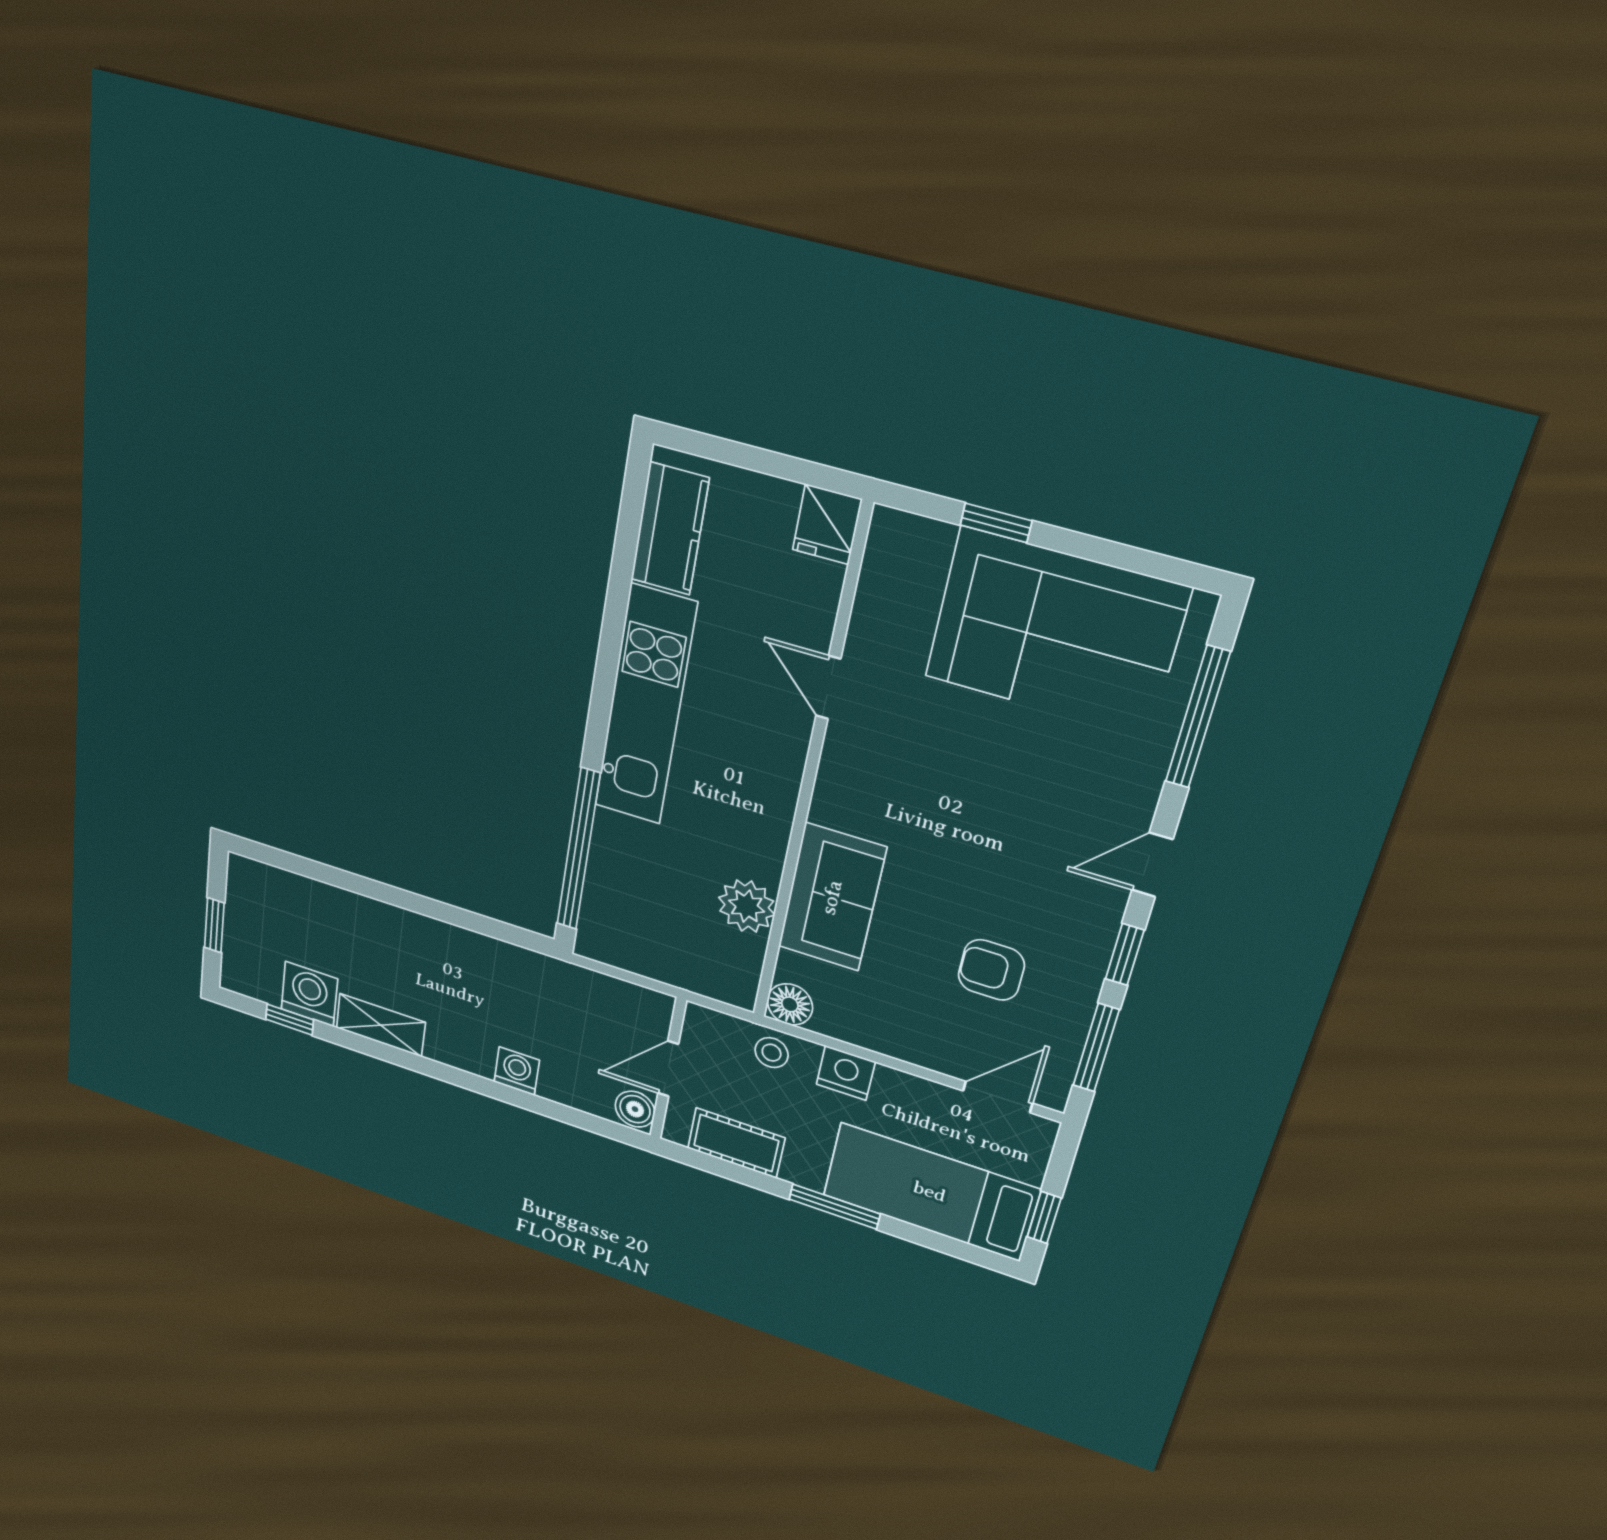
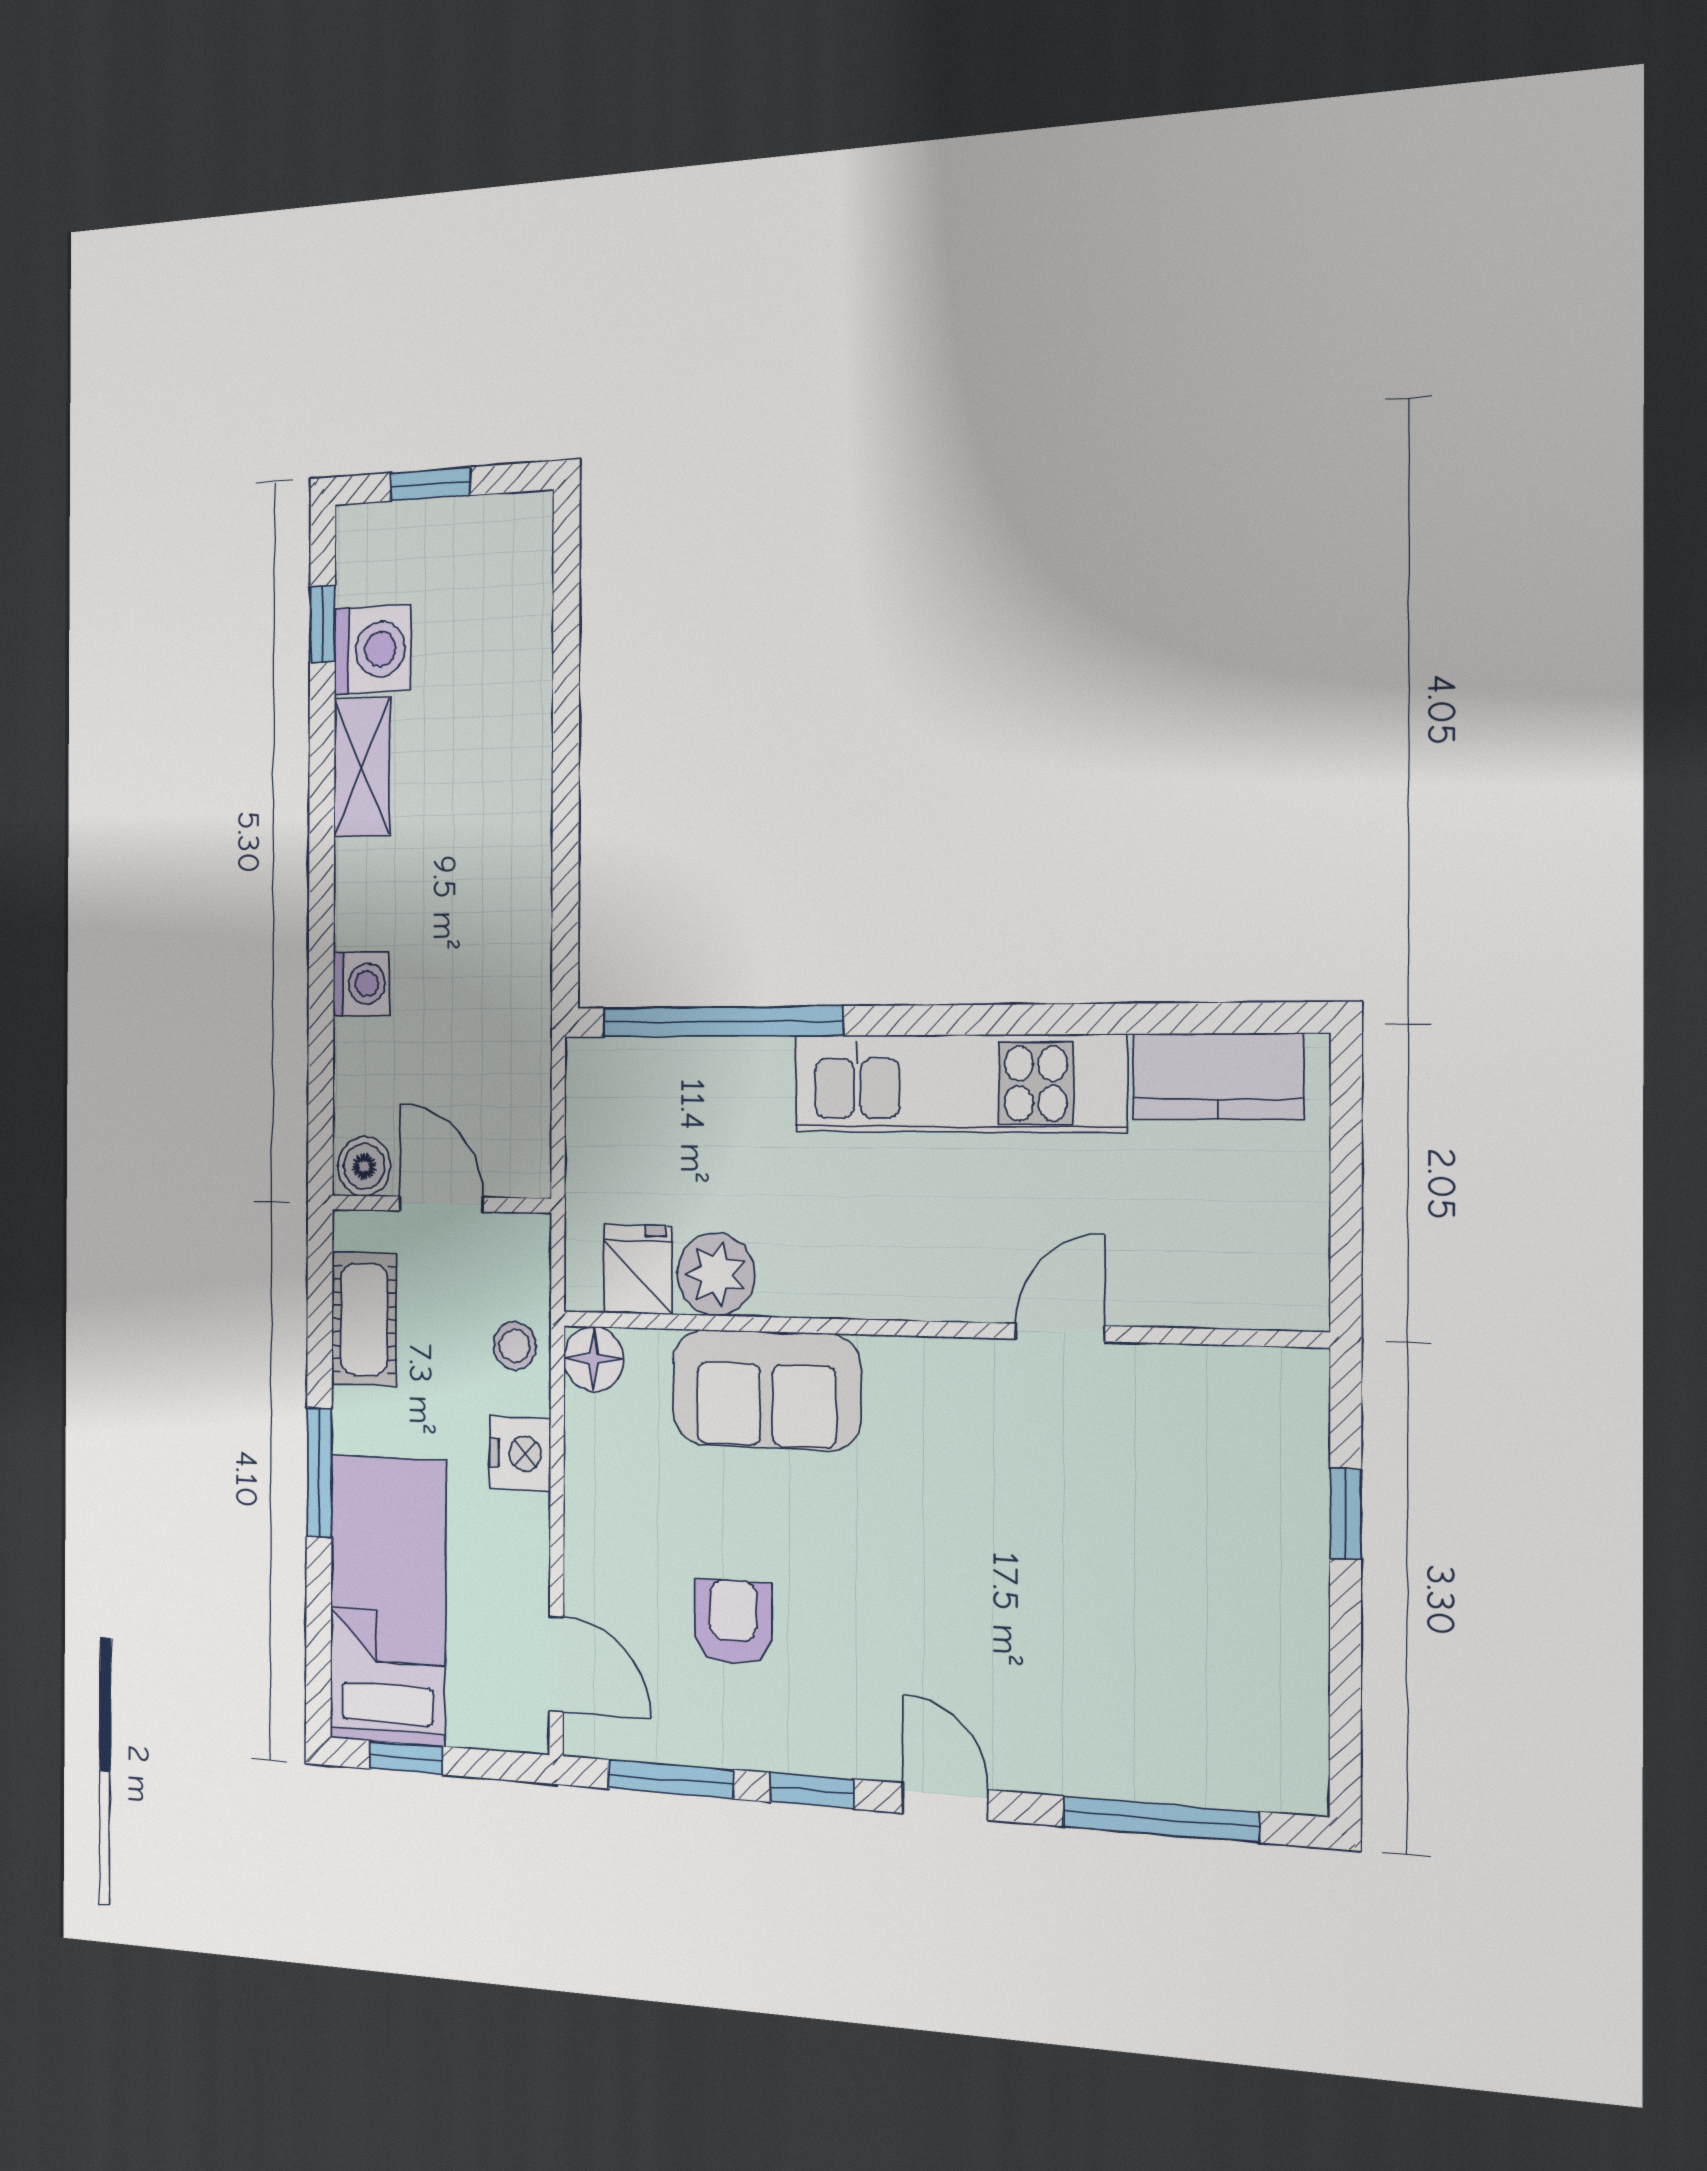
fridge: (827, 524) -> (638, 1269), moved, turned 90
corner sofa: (1056, 633) -> (1221, 1618), removed

